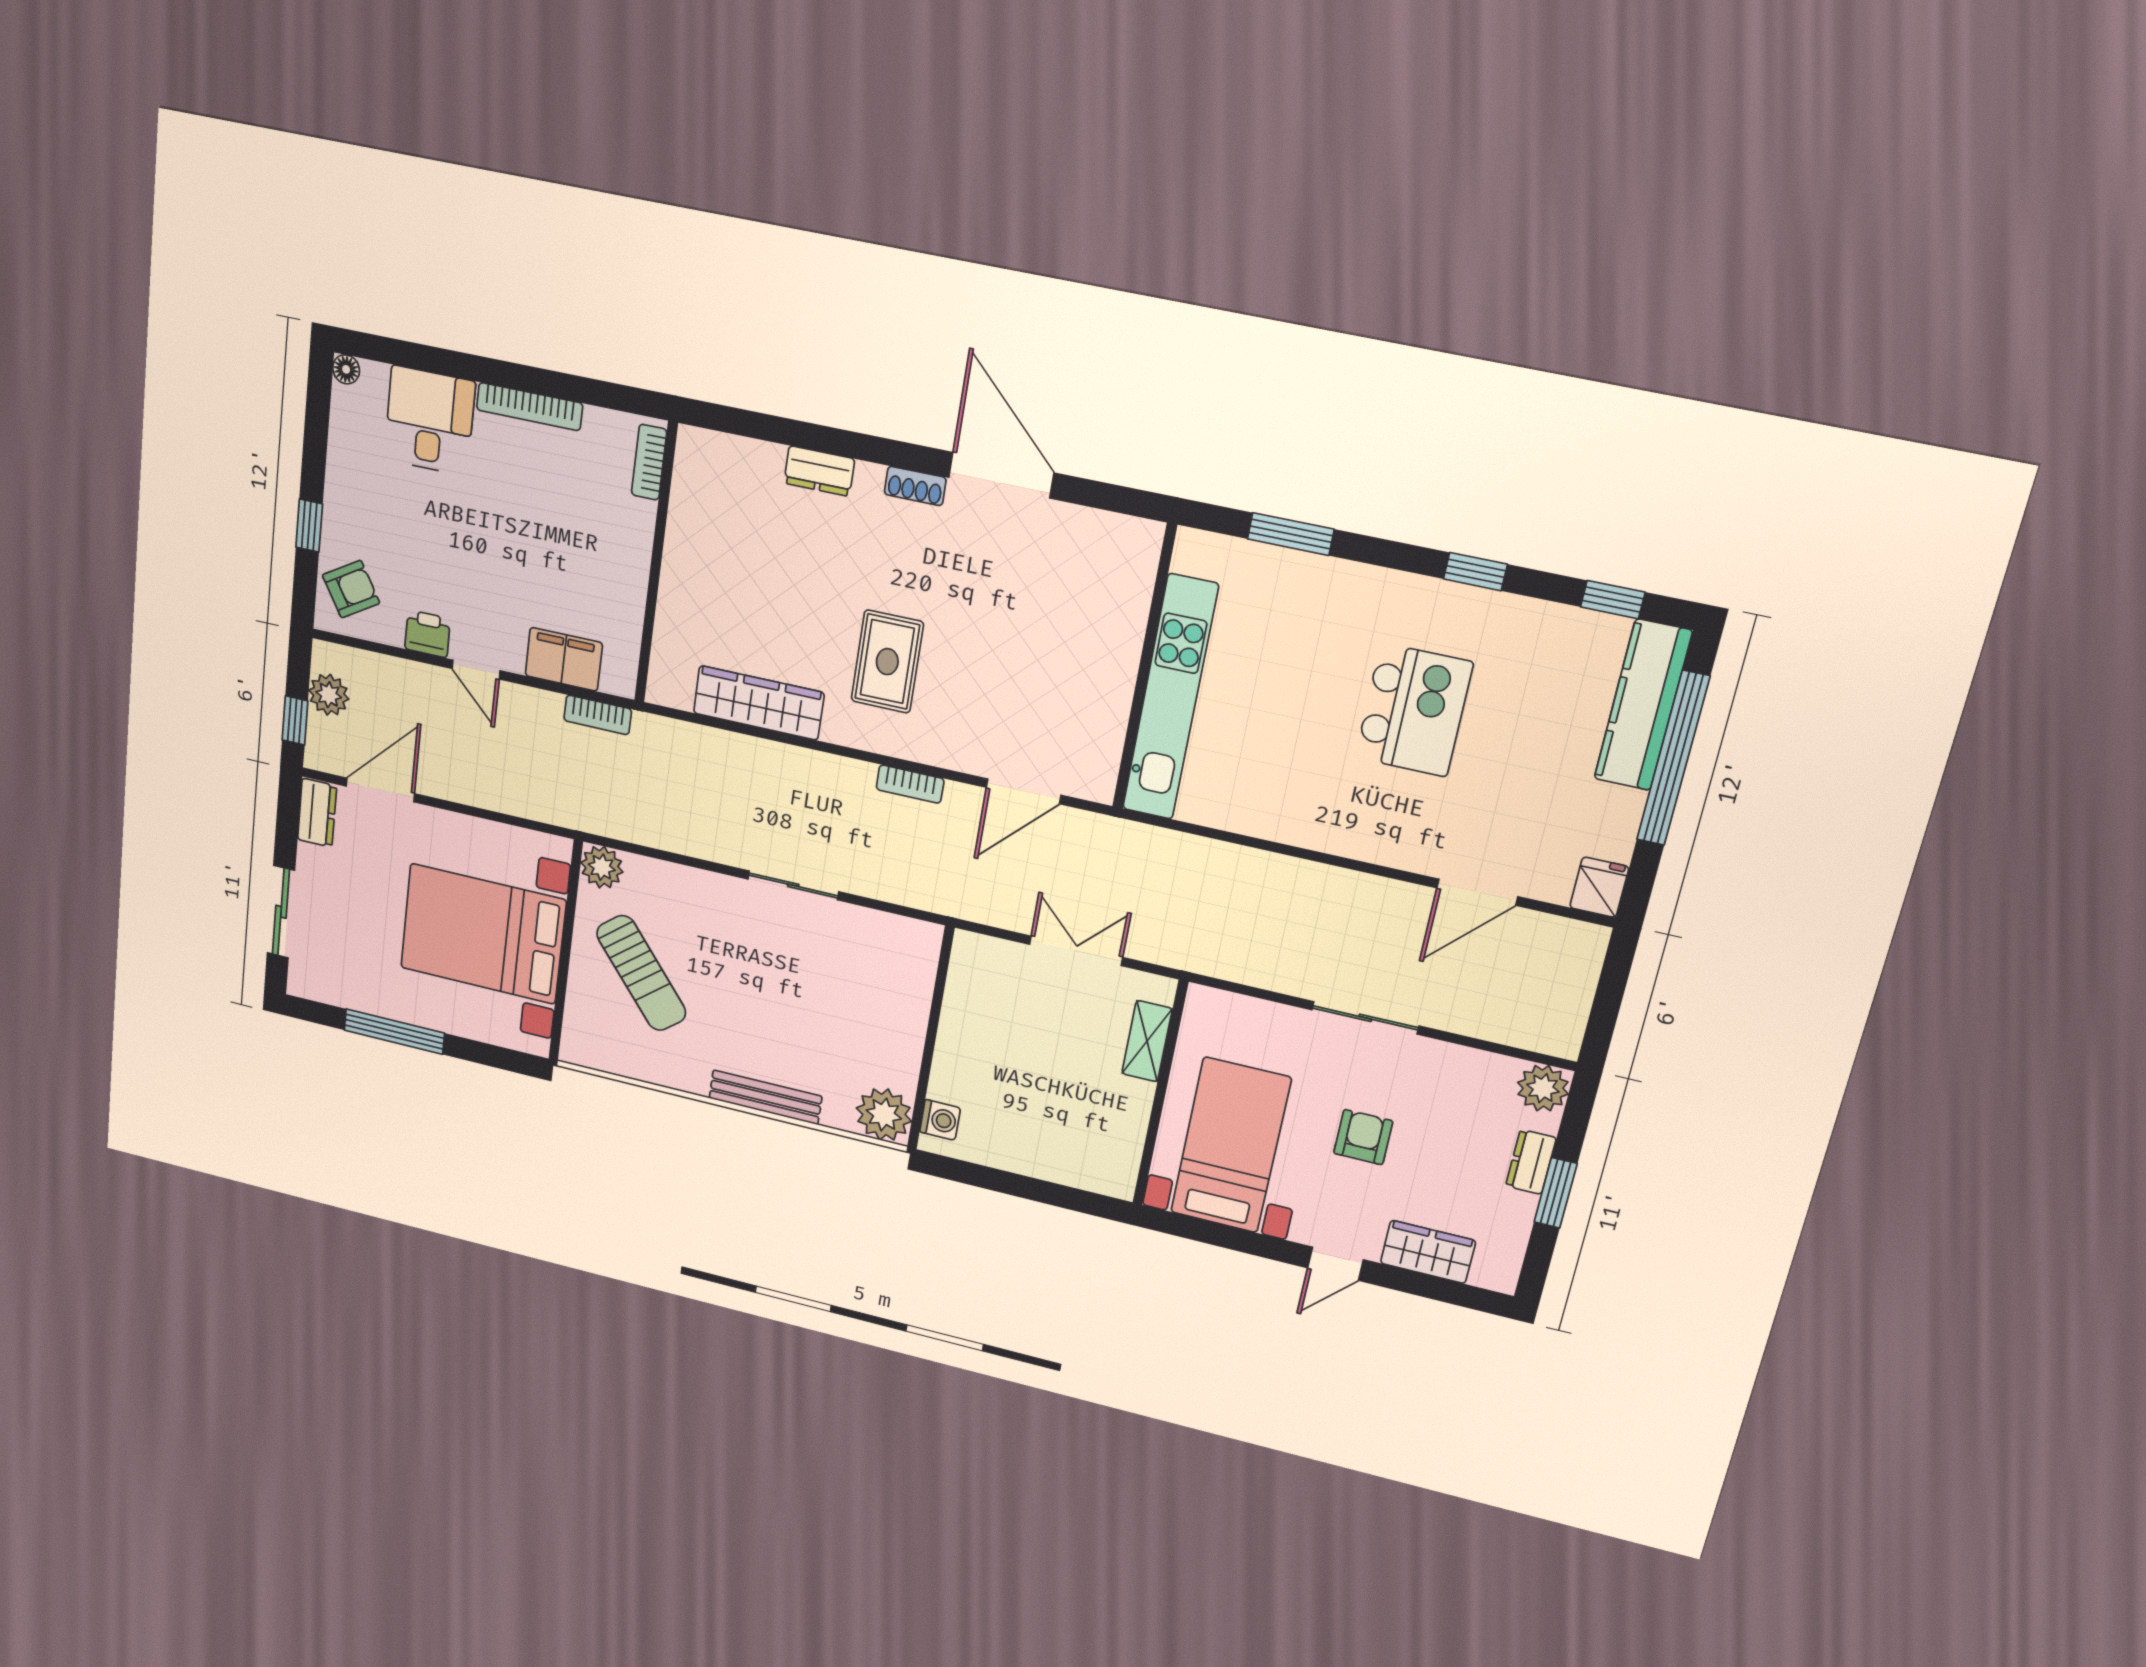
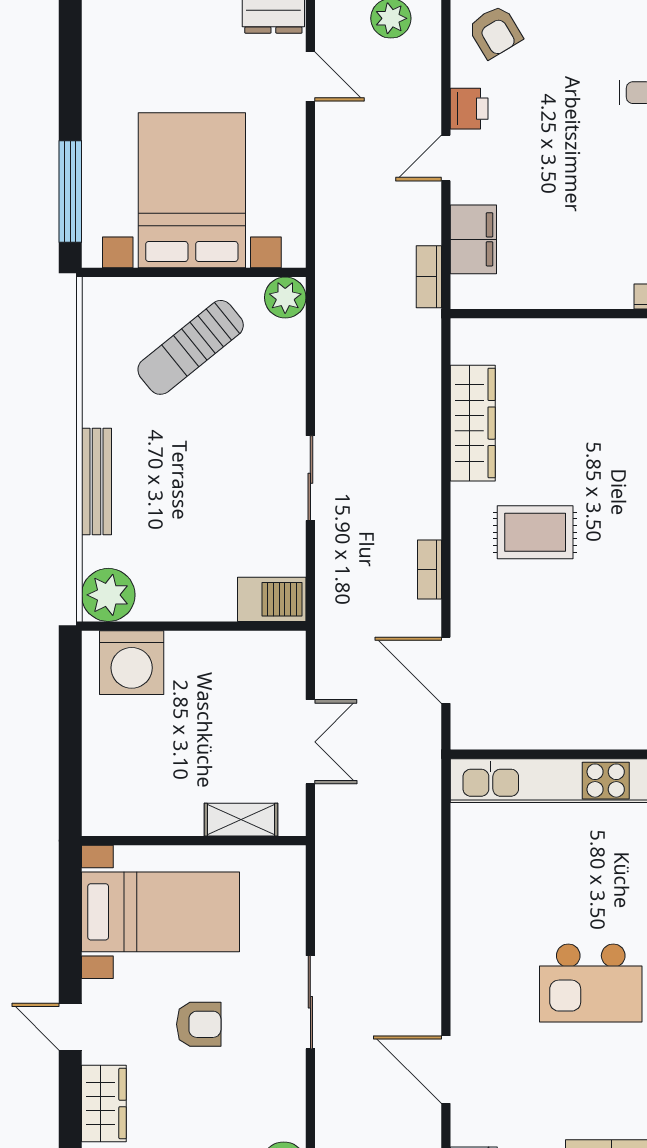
door: (380, 790) -> (310, 76), width x0.73
barbecue: (915, 954) -> (272, 599), added
window: (394, 1032) -> (70, 191), moved
washing machine: (940, 1120) -> (132, 663), width x1.89, depth x1.89

